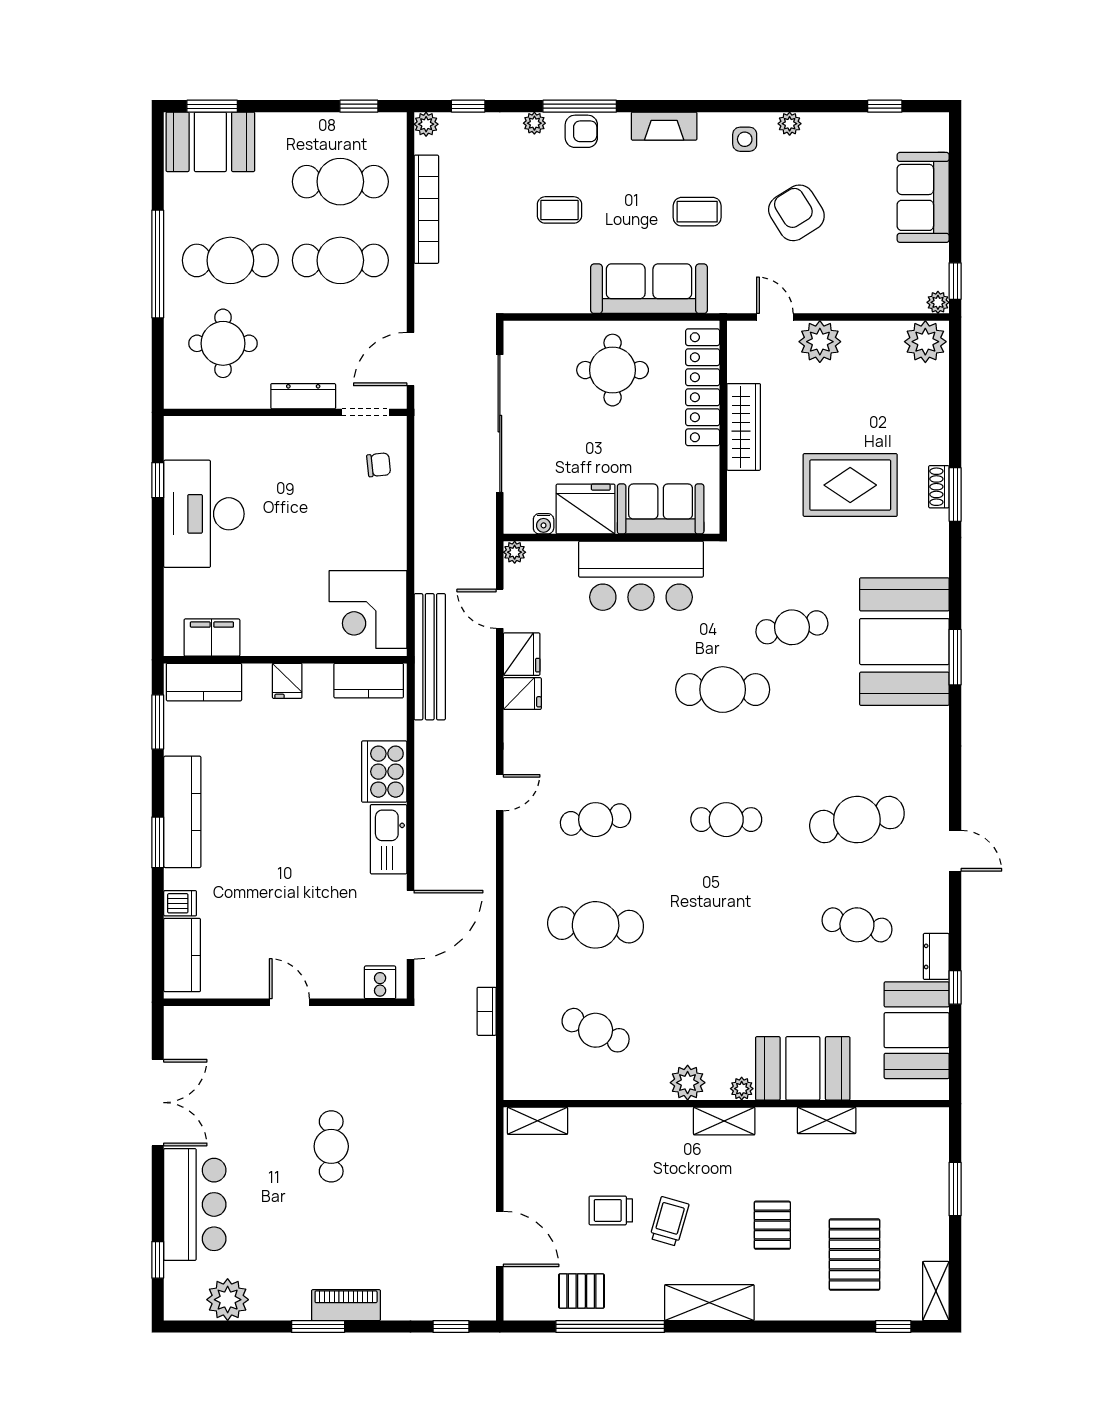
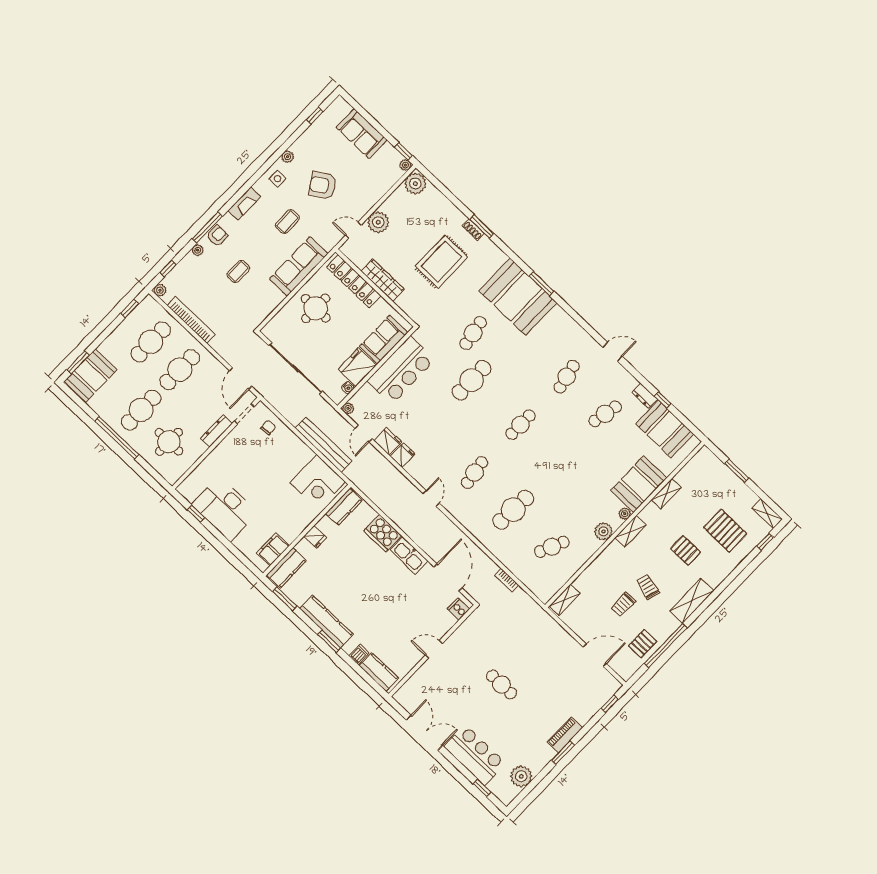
door: (500, 609) -> (364, 434), hinge flipped
bench: (430, 657) -> (324, 445), moved
cafe table: (857, 820) -> (567, 377), width x0.73, depth x0.74

